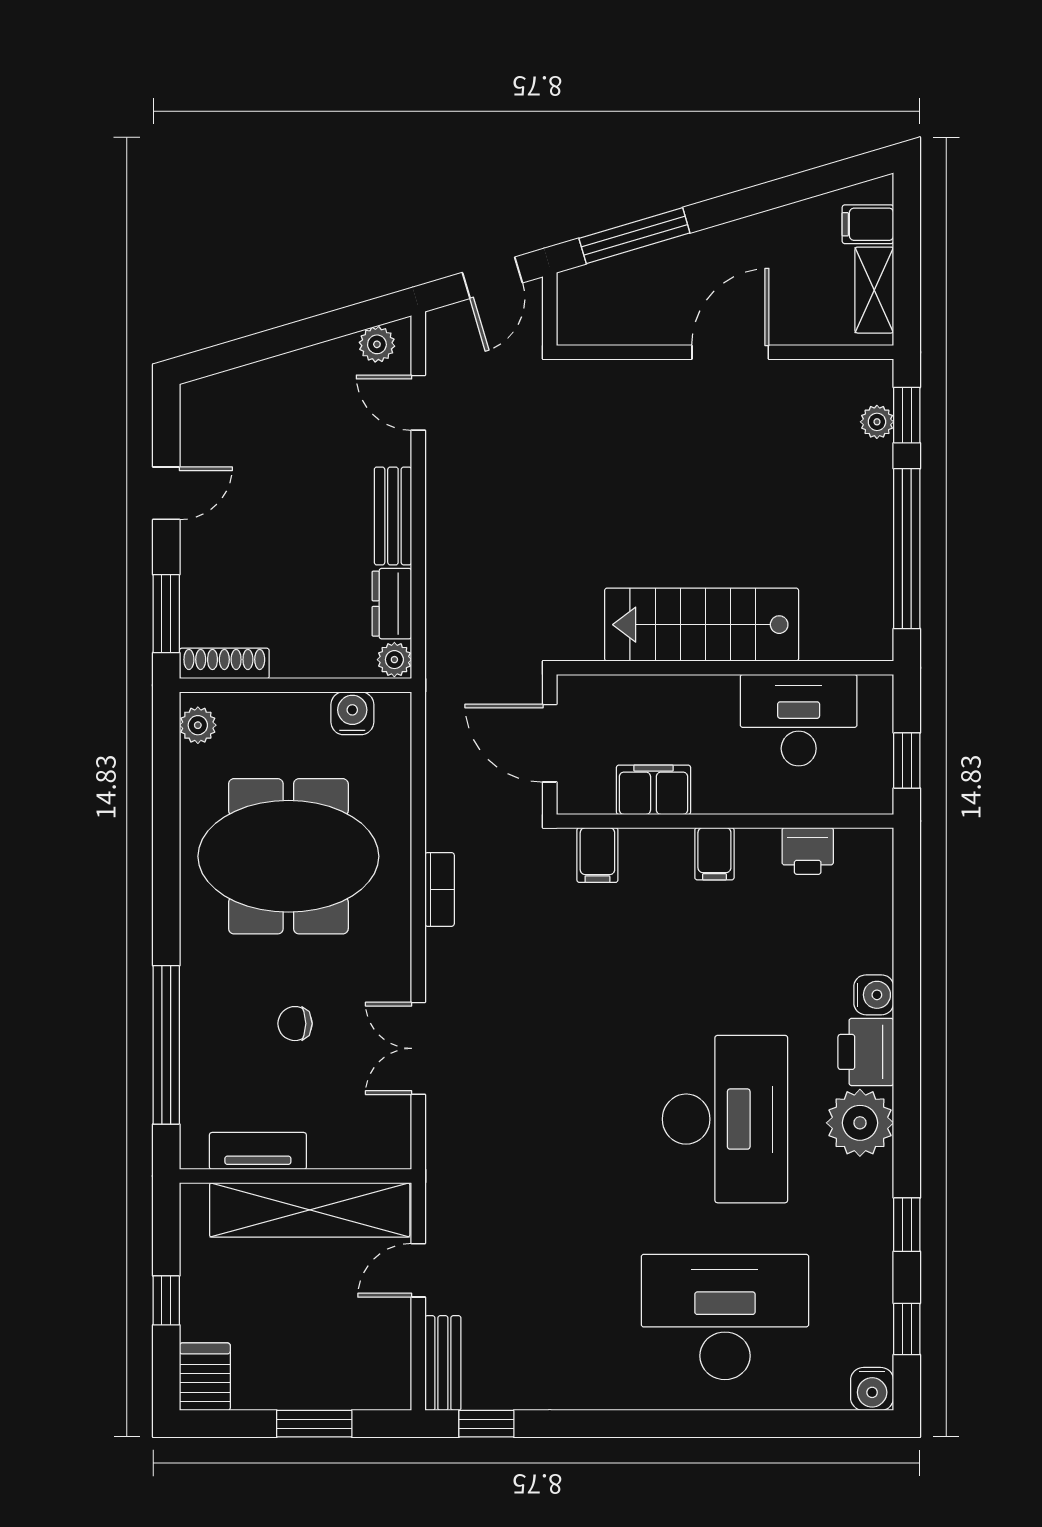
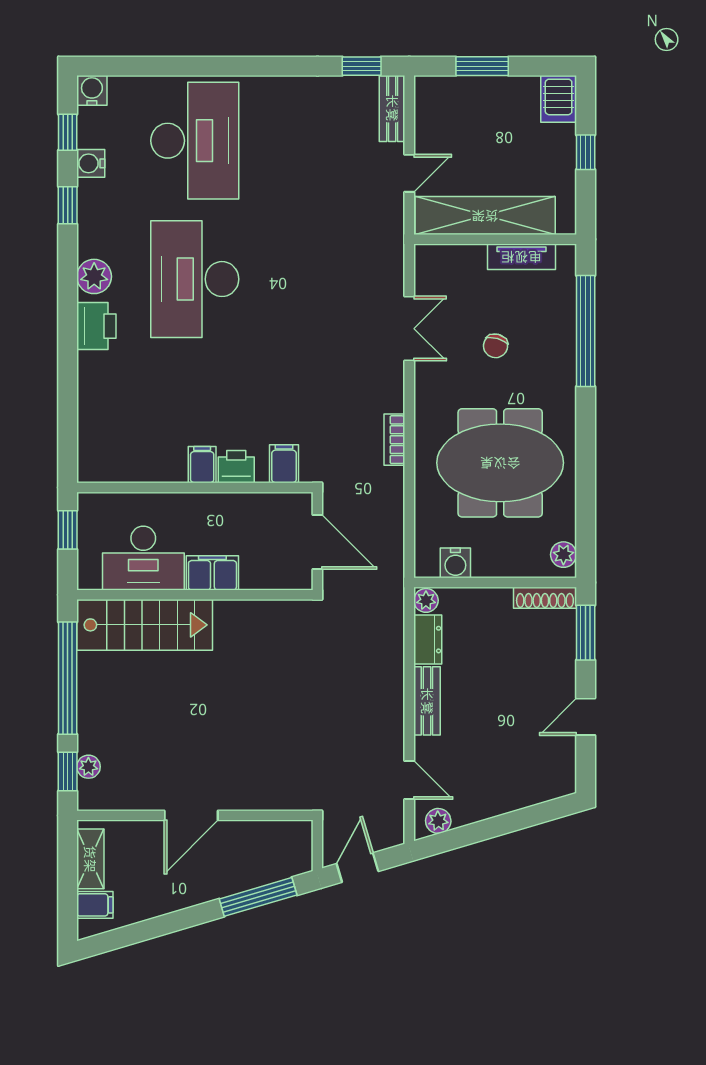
stairs: (702, 625) -> (145, 625), moved
filing cabinet: (653, 790) -> (212, 573), moved, turned 180
printer: (808, 851) -> (236, 467), moved
water cooler: (874, 995) -> (91, 163), moved
chair: (295, 1024) -> (496, 346), turned 105
plant: (860, 1123) -> (94, 276), width x0.73, depth x0.73
desk: (725, 1317) -> (195, 141), turned -90

